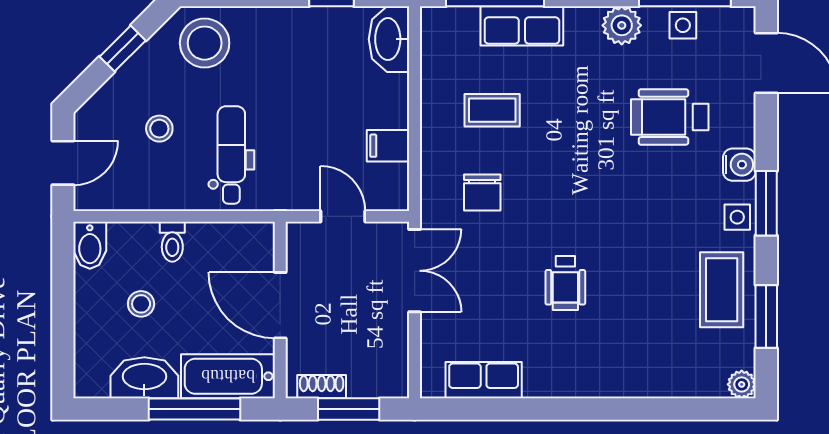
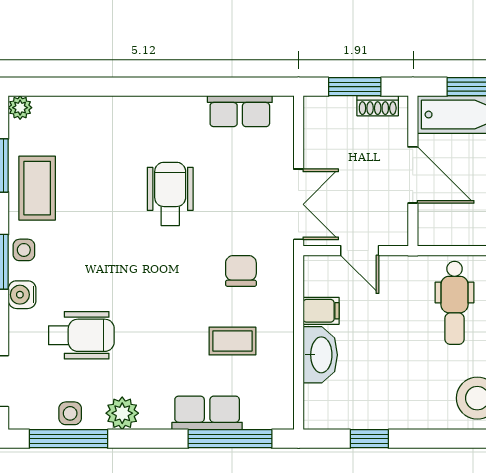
washbasin: (389, 39) -> (320, 355), moved
double door: (415, 271) -> (299, 204), swing flipped
wheelchair: (565, 283) -> (170, 194), width x1.36, depth x1.37

